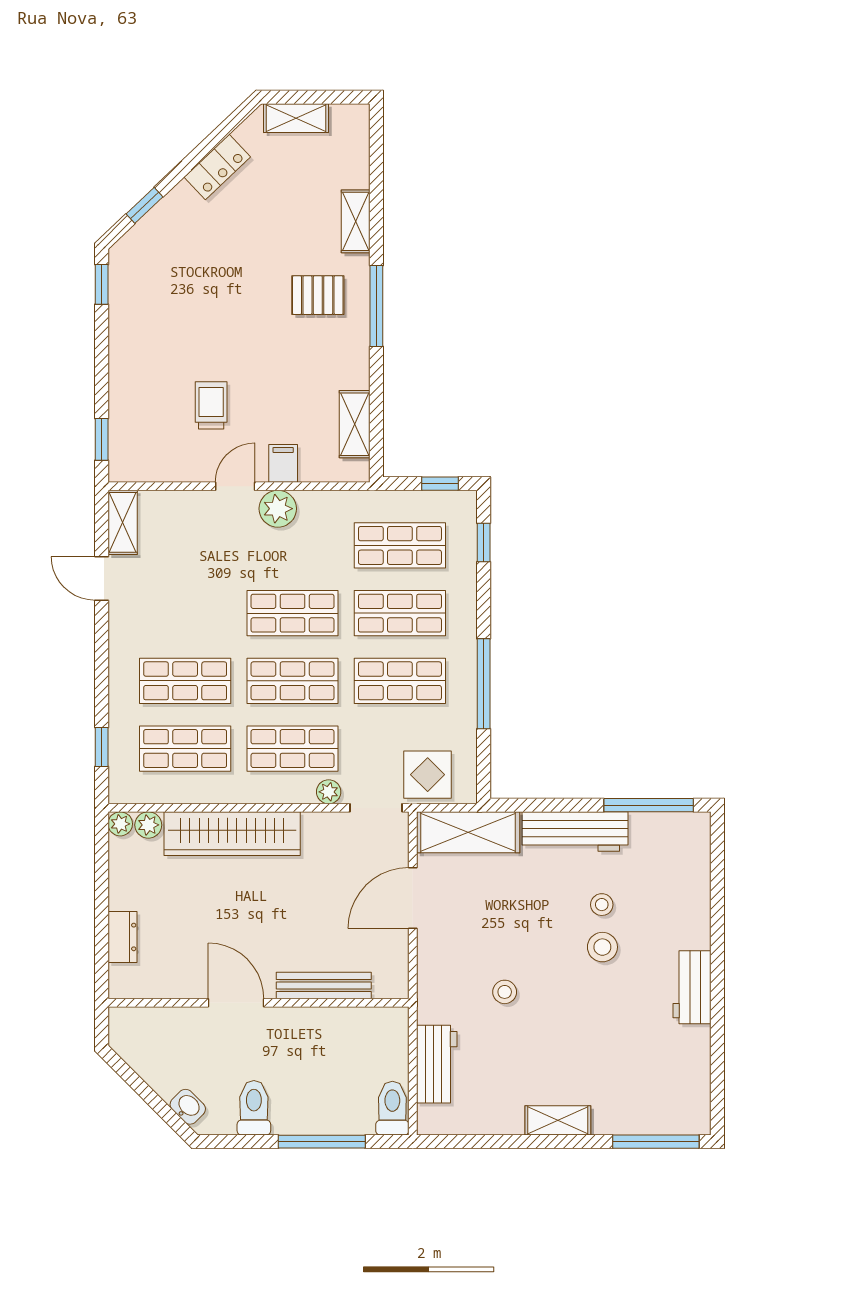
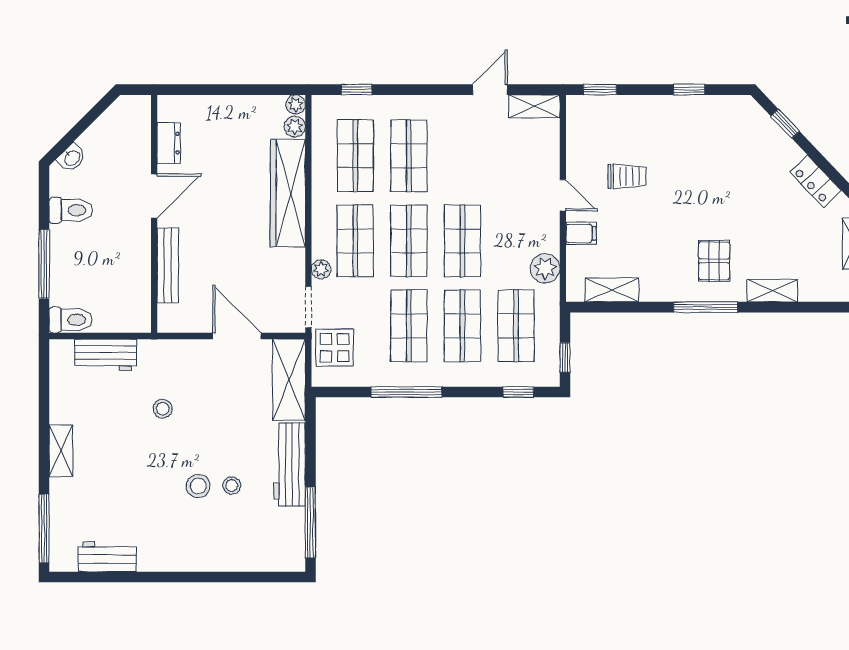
window: (102, 284) -> (689, 90), moved
plant: (278, 509) -> (545, 268), moved
dresser: (122, 937) -> (169, 143), moved, turned -90
workbench: (692, 987) -> (107, 557), moved

